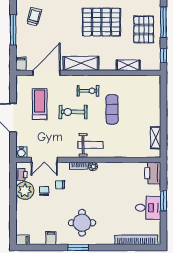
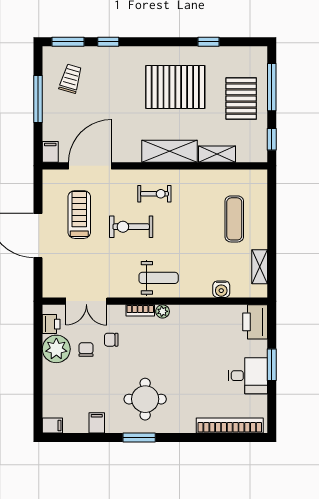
shelving: (81, 63) -> (170, 151), moved
exercise mat: (112, 109) -> (234, 219), moved
water cooler: (21, 152) -> (221, 289), moved

